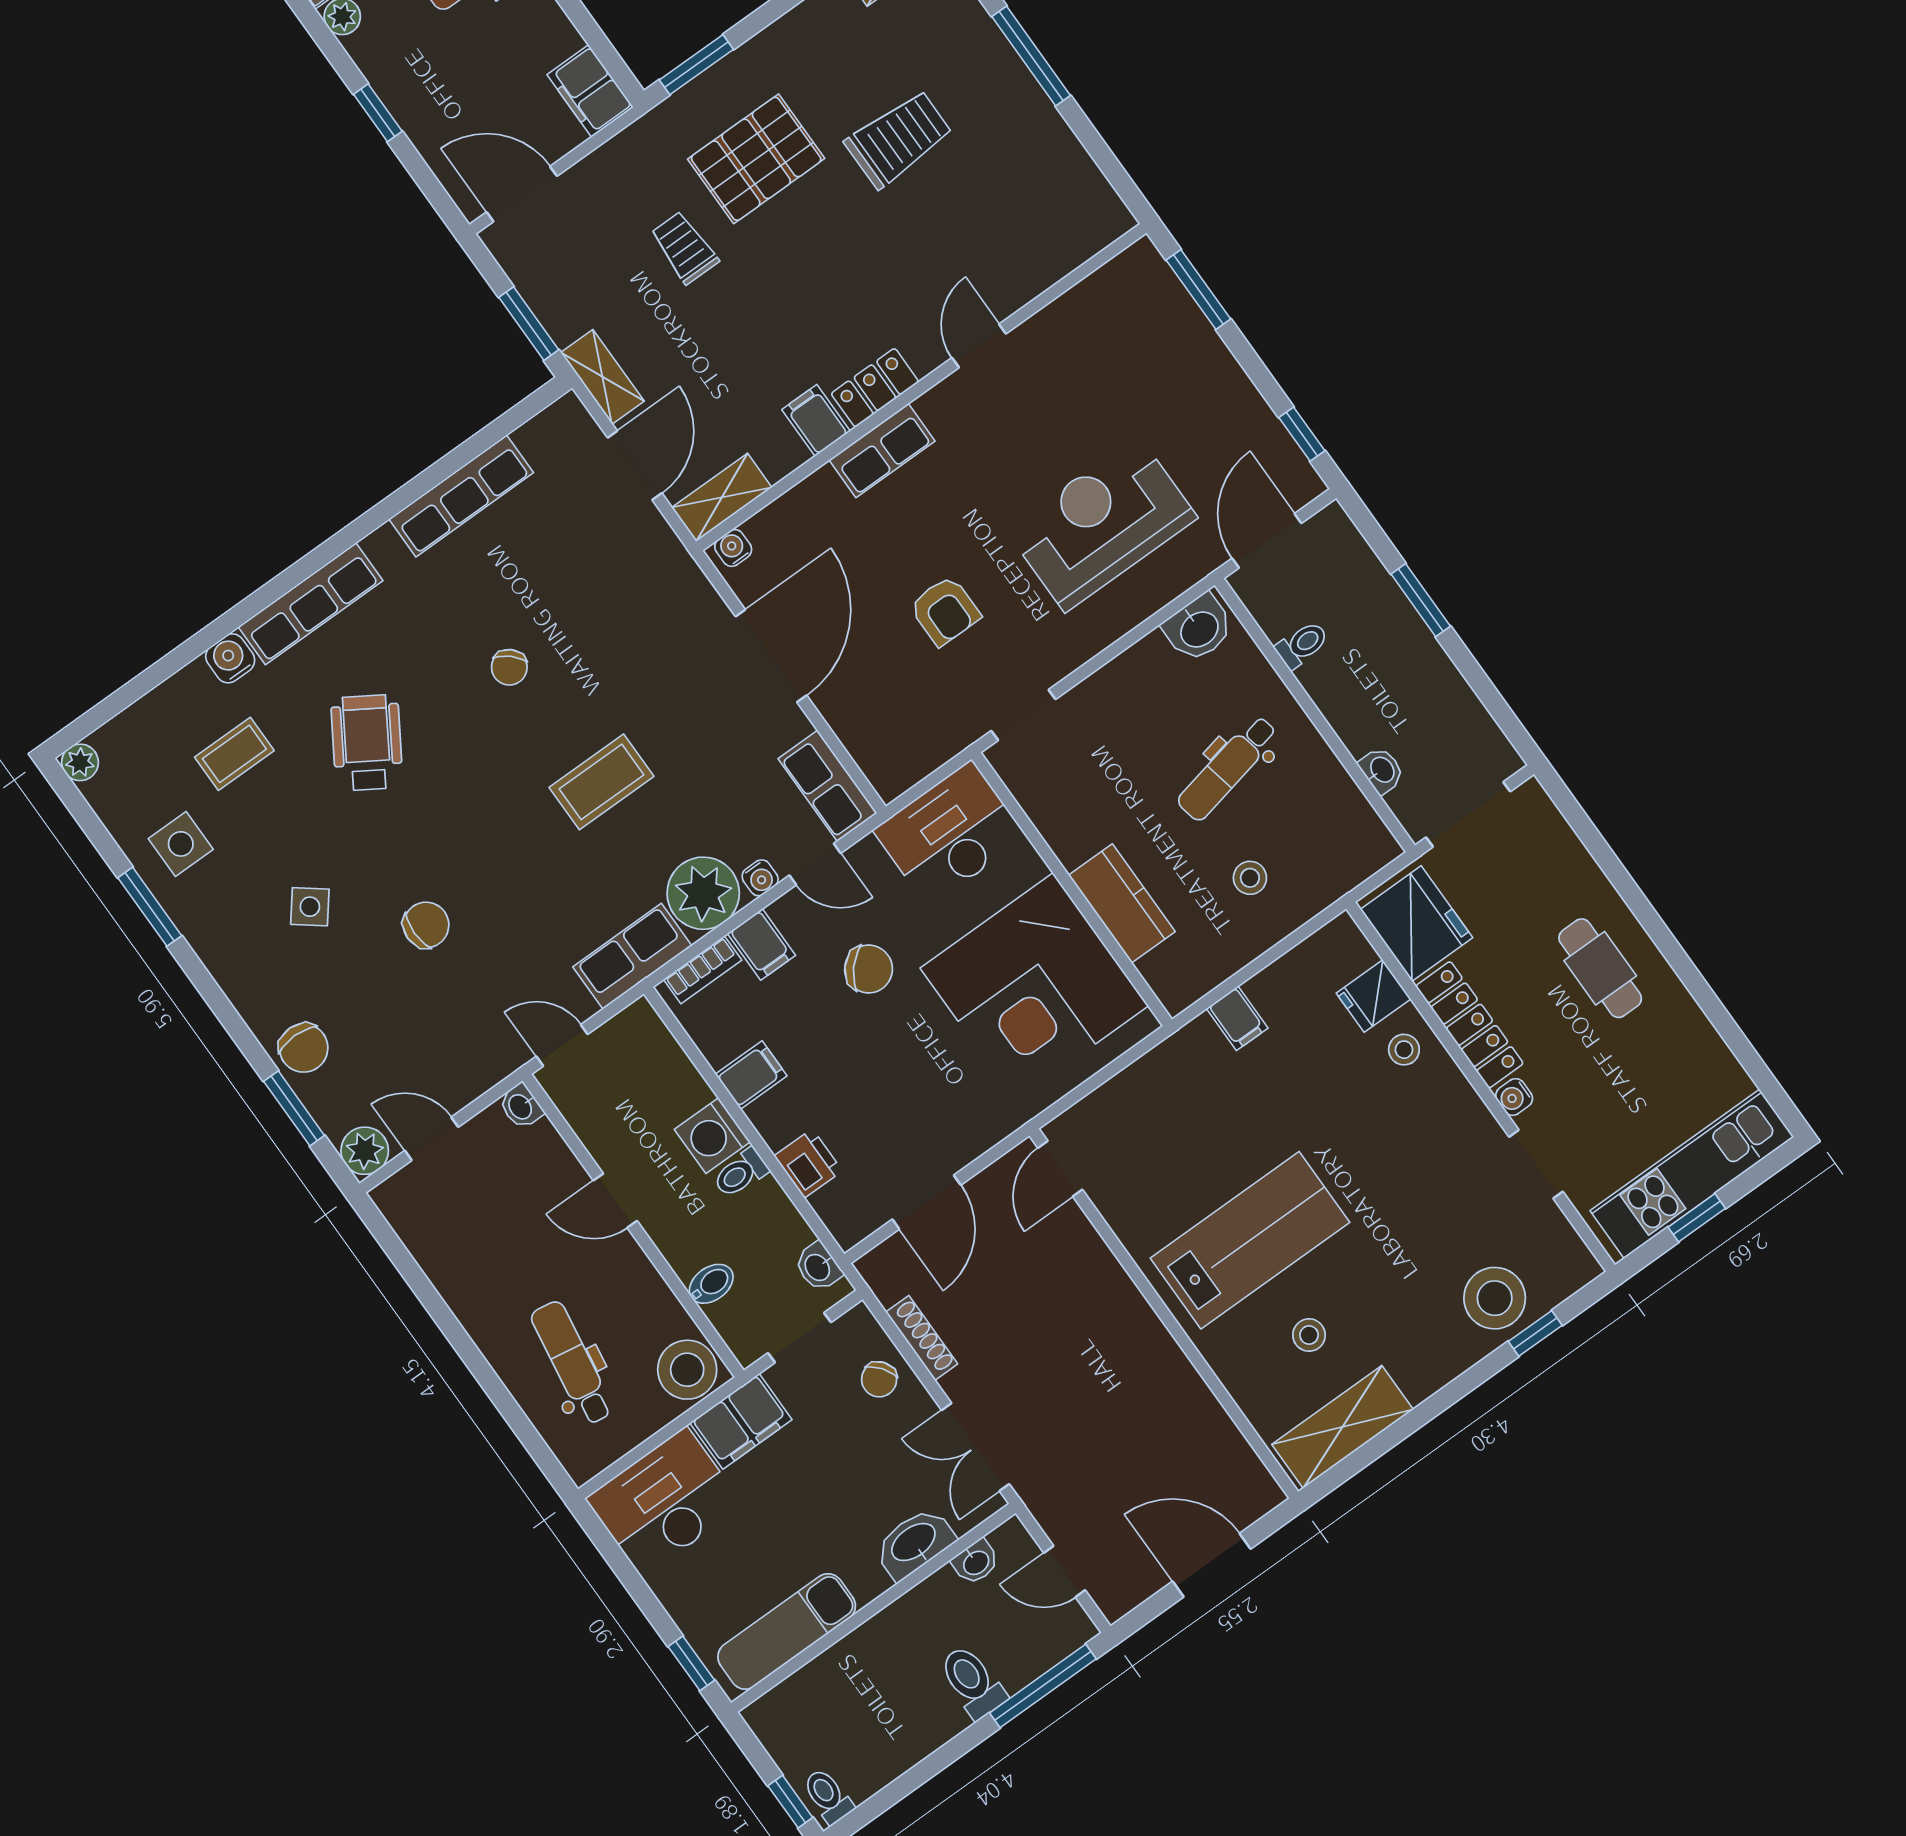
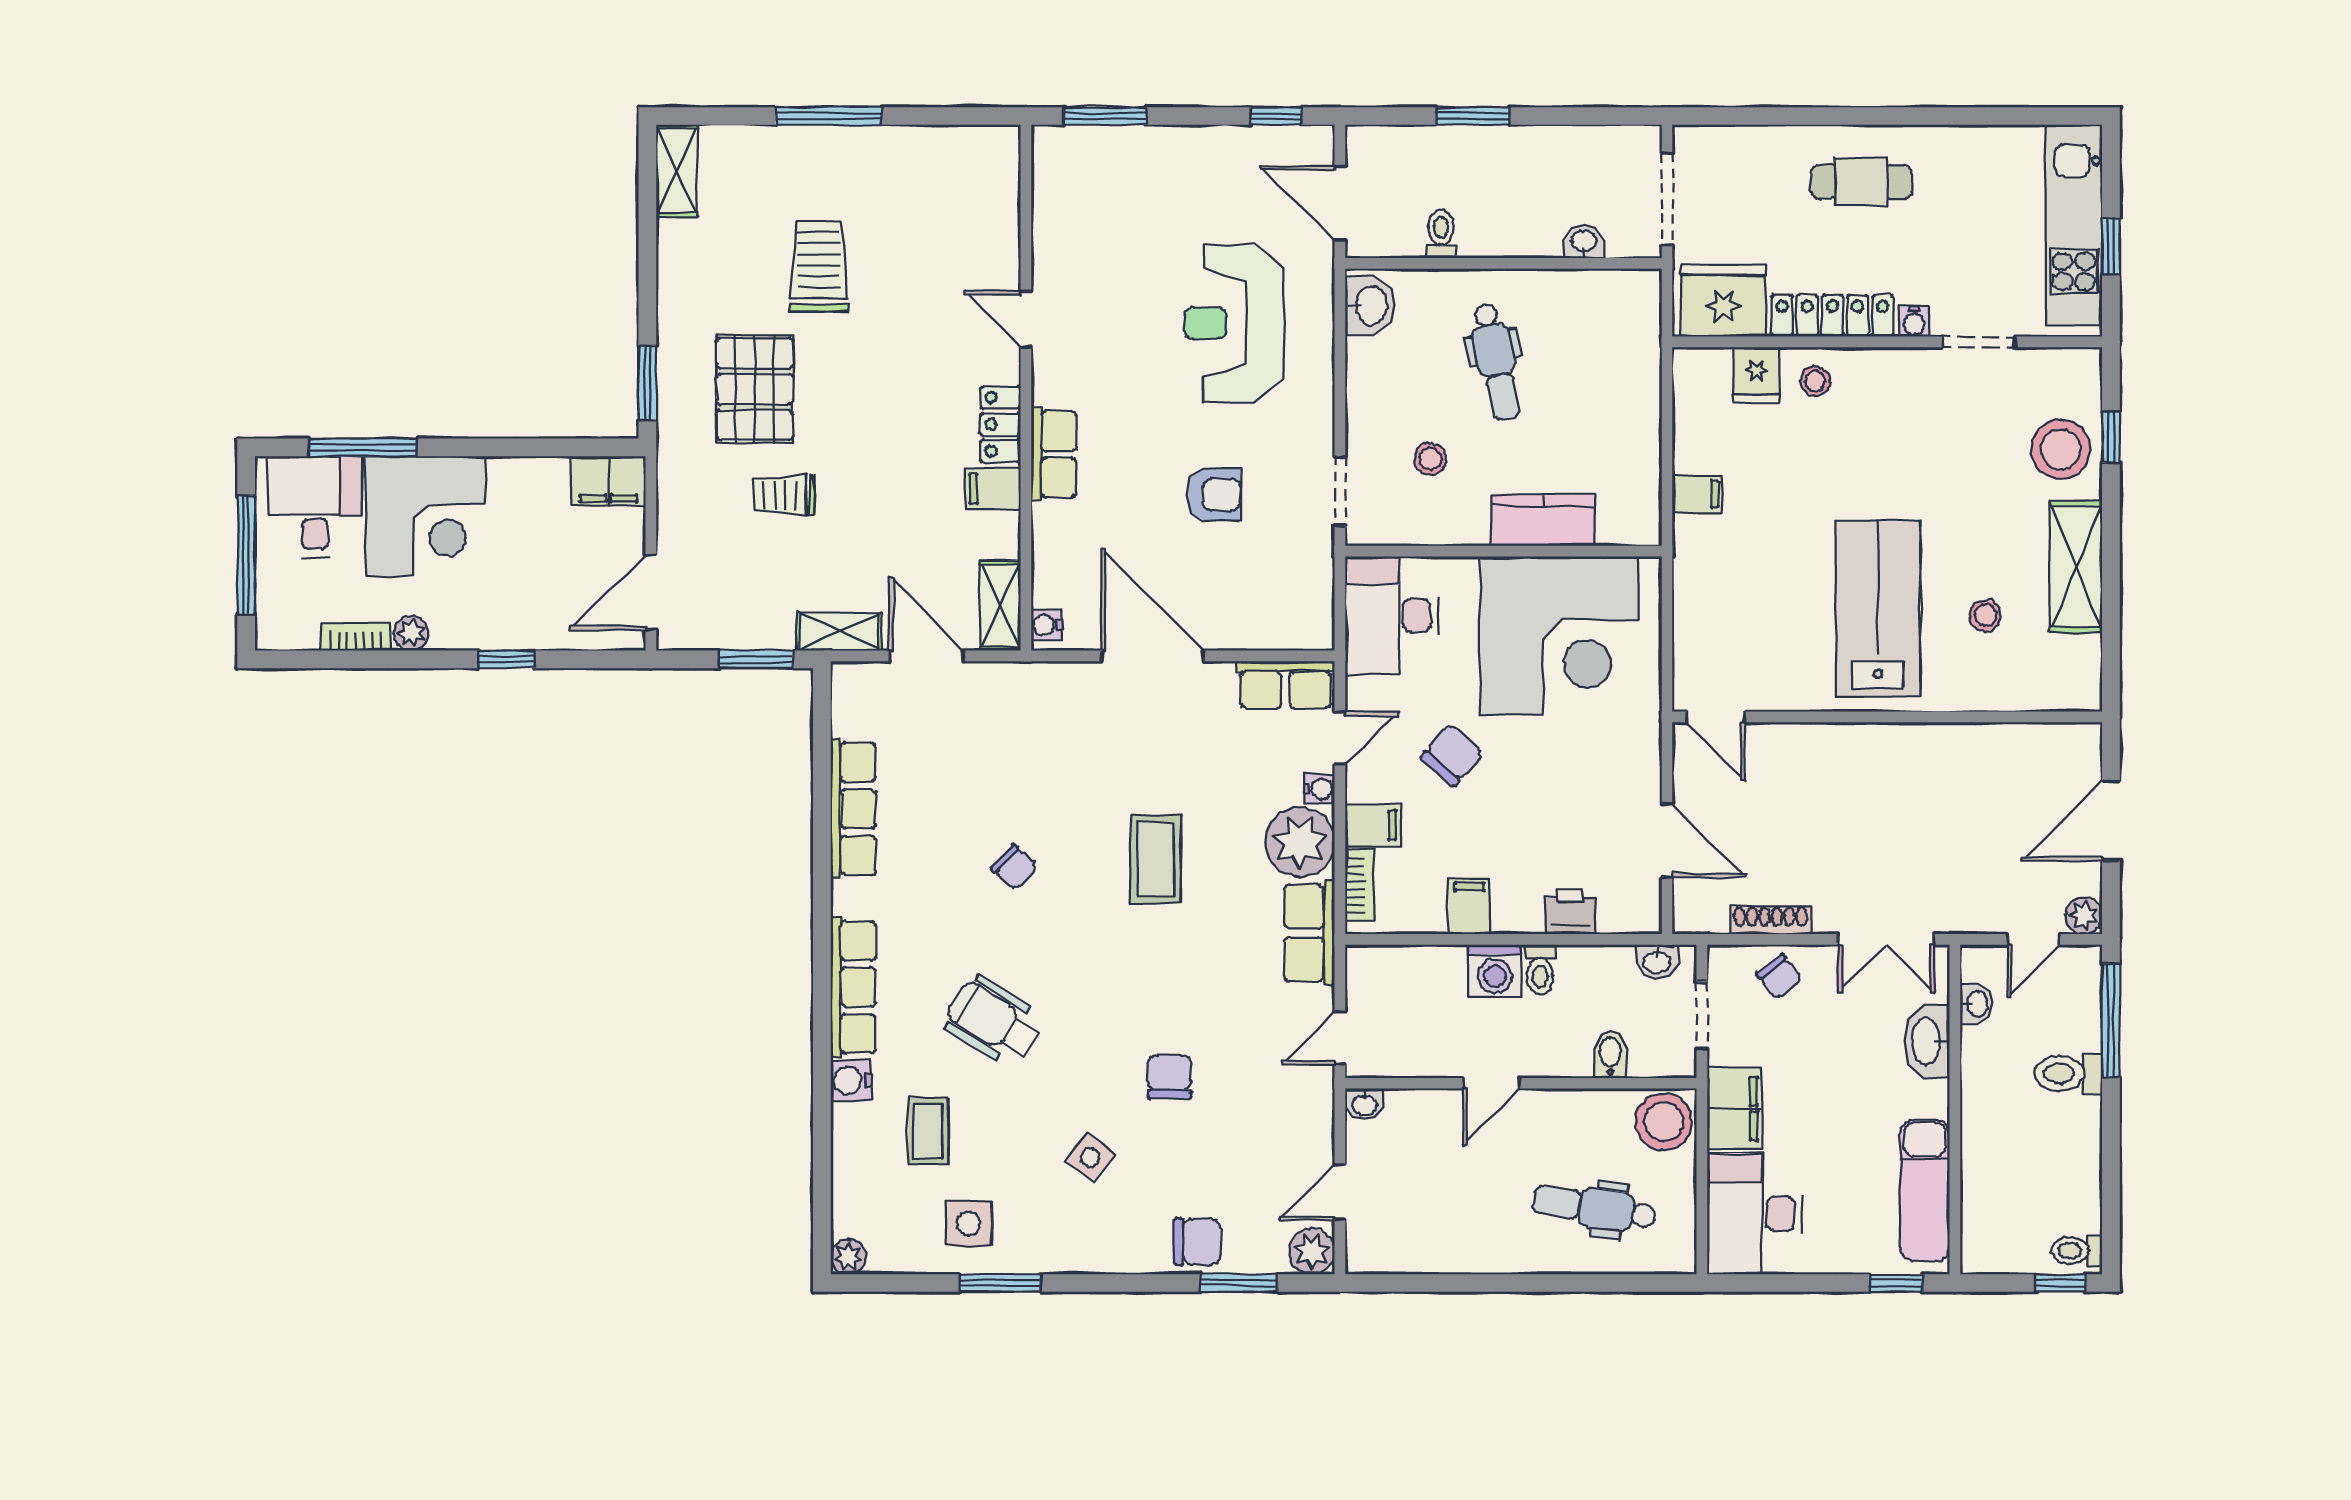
stool: (1250, 878) -> (1430, 459), moved
shelving: (1342, 1427) -> (2076, 567), moved
plant: (1115, 1600) -> (2084, 916), added

